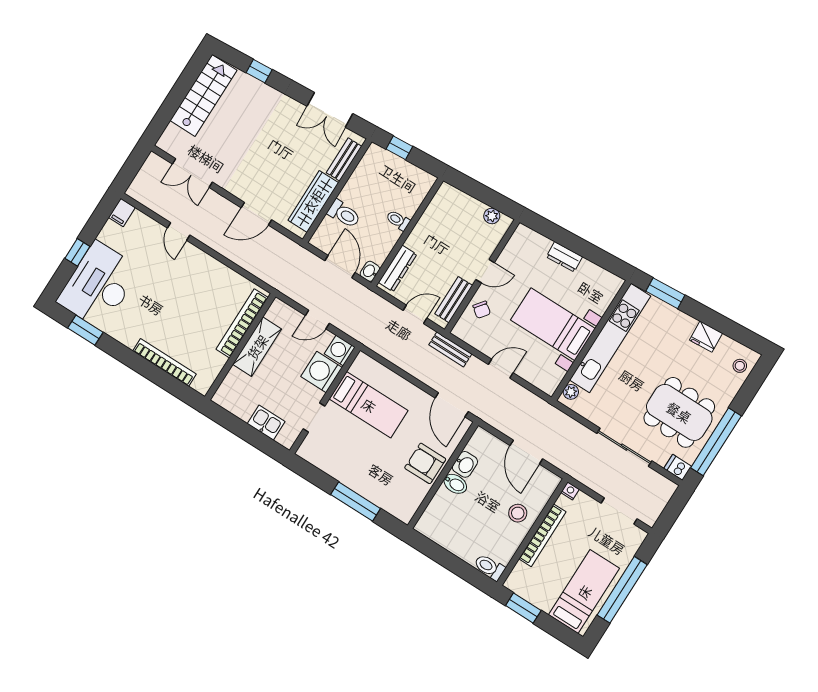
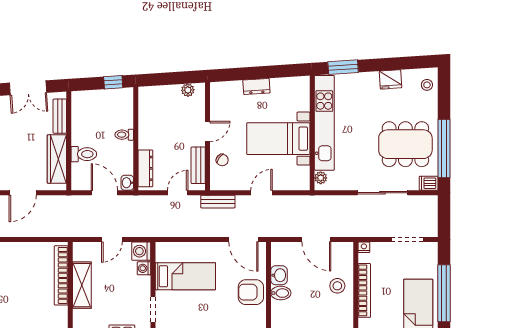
window: (399, 148) -> (113, 82), moved
washing machine: (322, 372) -> (144, 268), width x0.53, depth x0.53

